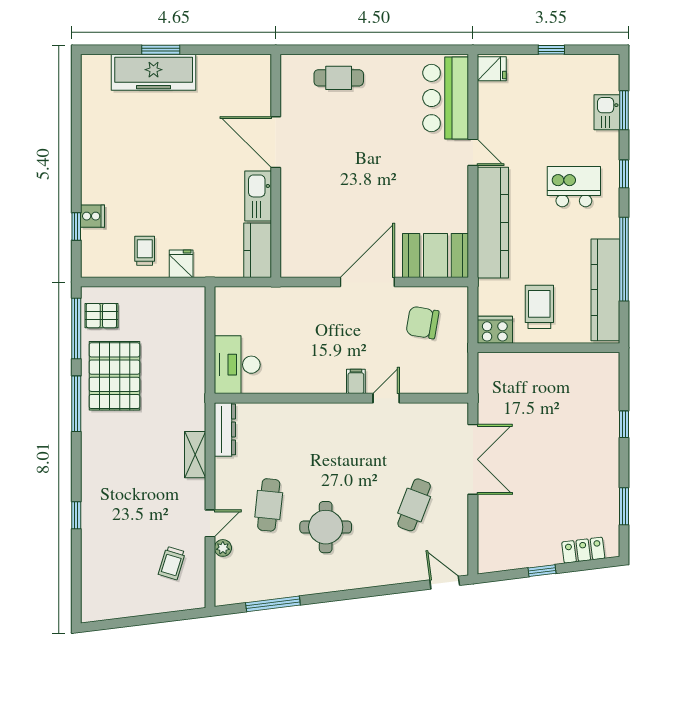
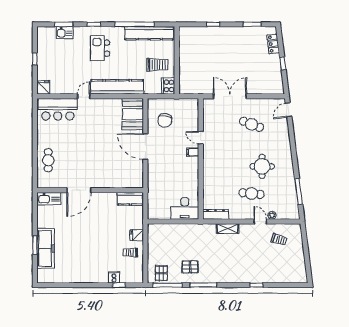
kitchen sink: (258, 196) -> (49, 199), moved
trolley: (539, 307) -> (157, 65), turned 180
pallet: (114, 376) -> (190, 267), width x0.49, depth x0.50

